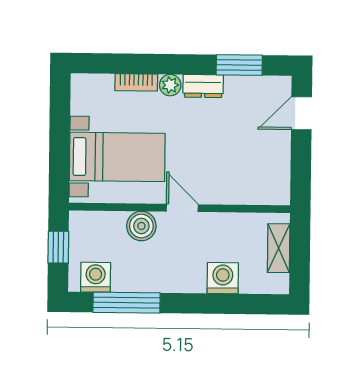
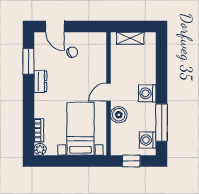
bookcase: (136, 82) -> (39, 130), moved
plant: (170, 85) -> (40, 149), moved
chair: (255, 144) -> (72, 52), added
washing machine: (223, 278) -> (147, 93), moved

